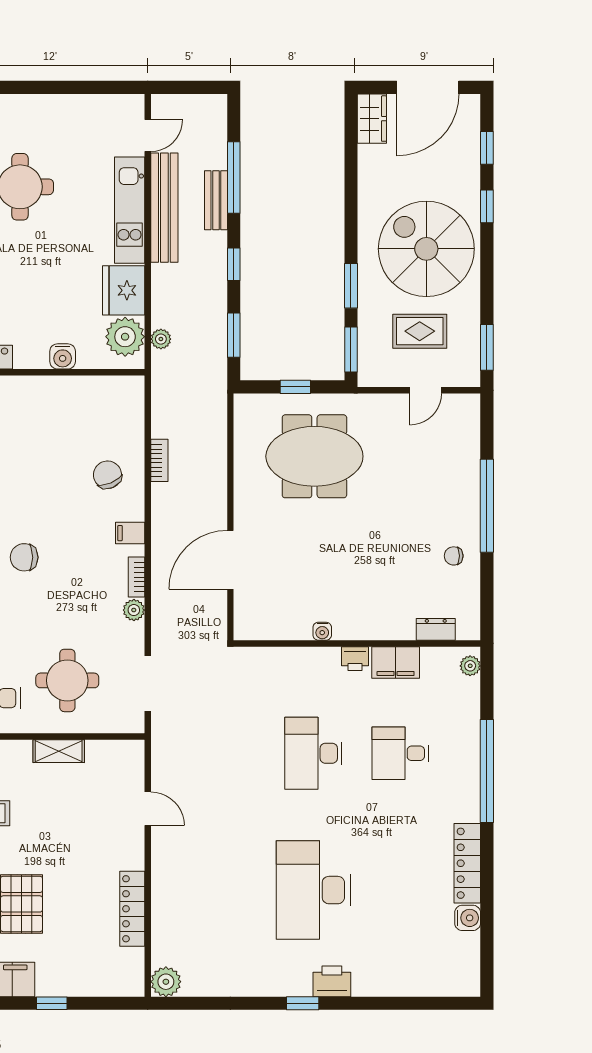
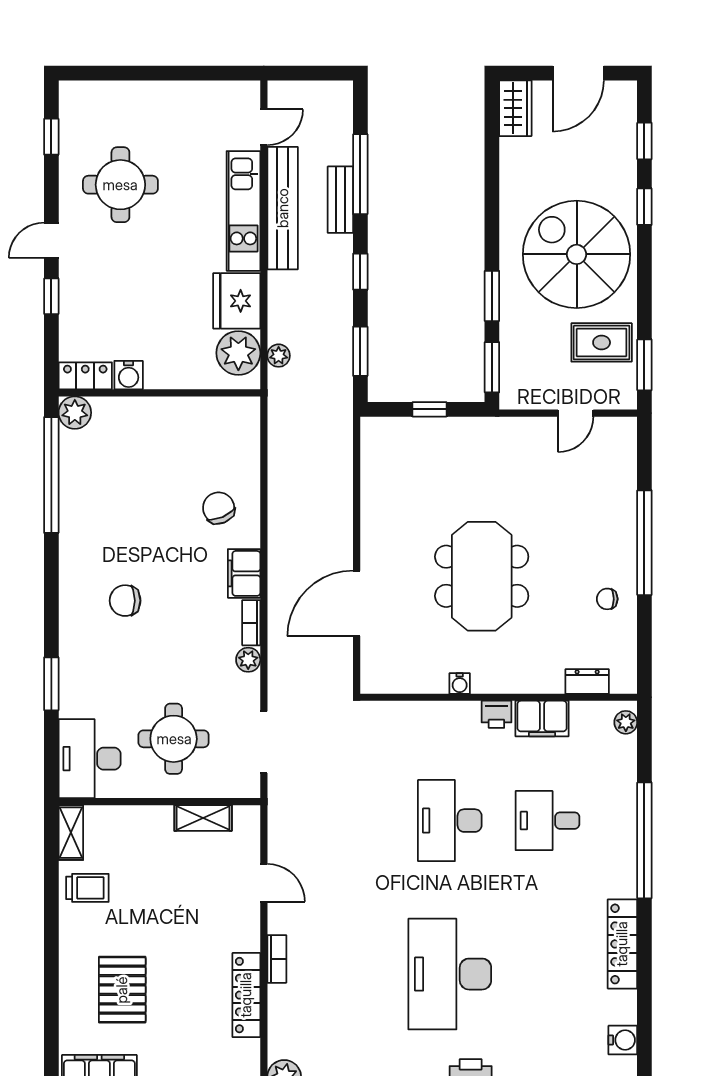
door: (428, 87) -> (578, 73), width x0.73
rug: (420, 331) -> (602, 342), moved
water cooler: (63, 356) -> (129, 375), moved
meeting table: (314, 456) -> (482, 576), moved, turned 90
bookcase: (159, 460) -> (277, 959), moved
filing cabinet: (130, 533) -> (244, 573), width x2.00
shelving: (59, 751) -> (203, 818), moved
water cooler: (468, 918) -> (623, 1040), moved

